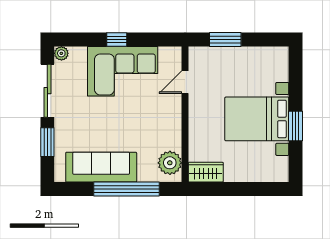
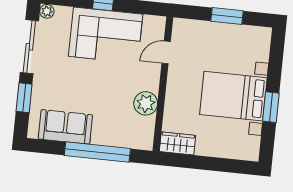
window: (225, 39) -> (227, 16), moved
plant: (170, 163) -> (146, 103), moved
sofa: (101, 167) -> (65, 127), width x0.73

